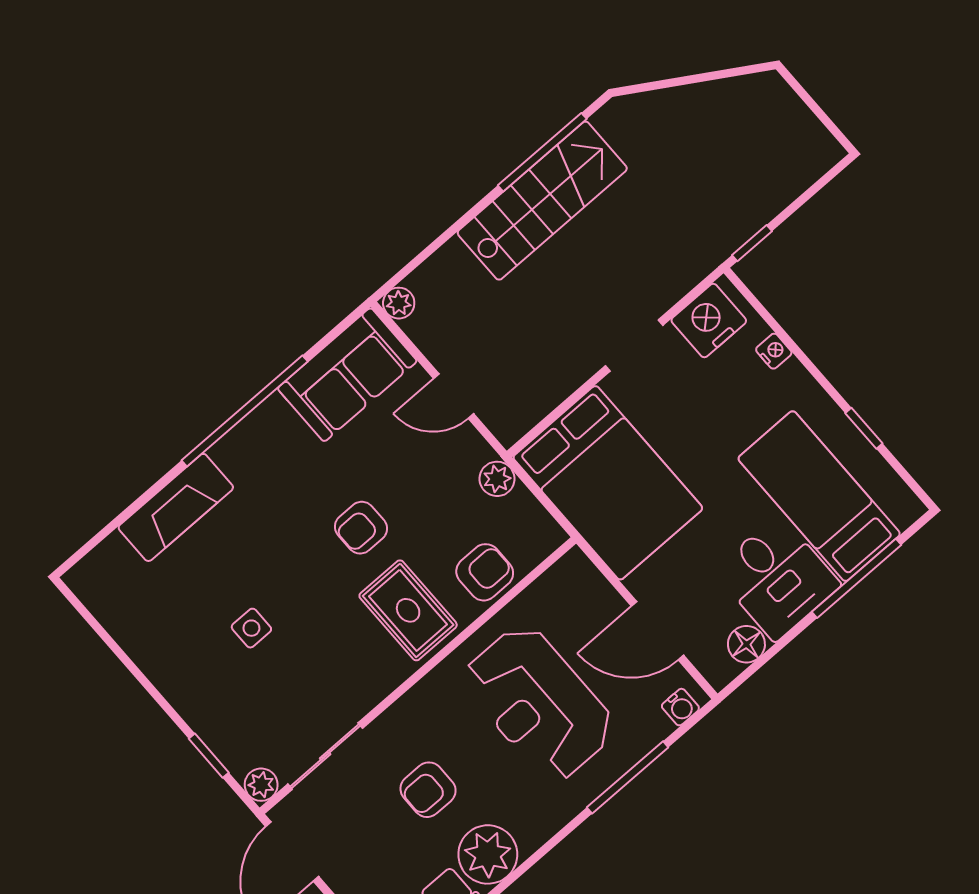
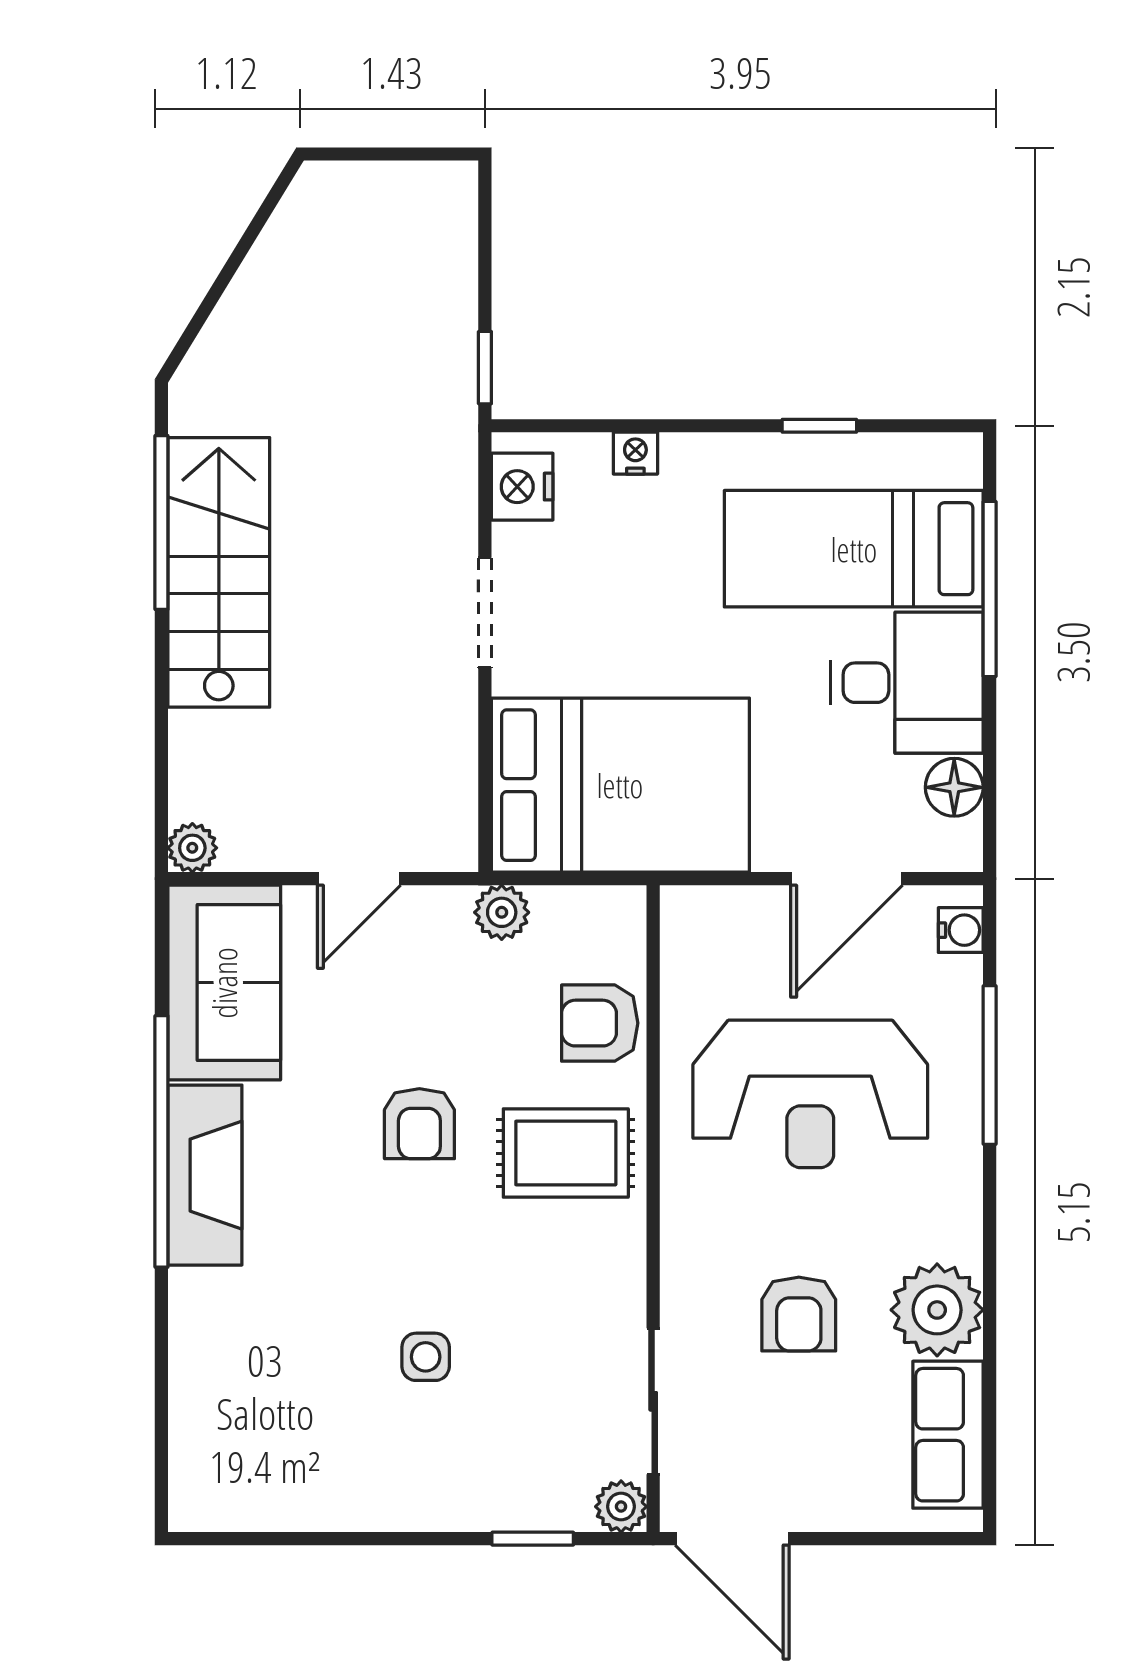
nightstand: (709, 321) -> (522, 487), width x0.74, depth x0.75
fireplace: (176, 507) -> (205, 1175), moved
armchair: (485, 572) -> (600, 1023), turned -90

